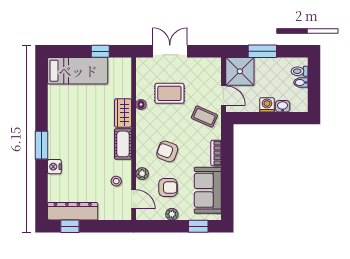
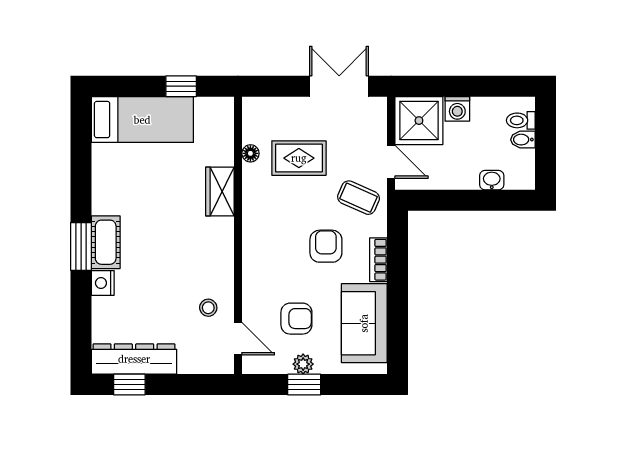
double door: (170, 51) -> (339, 86), moved
window: (262, 51) -> (457, 86), removed
floor lamp: (141, 104) -> (250, 153), moved
washing machine: (267, 105) -> (457, 109), moved, turned 180
cot: (123, 144) -> (106, 242), moved
armchair: (167, 151) -> (326, 246), moved, turned 70
plant: (142, 174) -> (252, 295), removed
window: (198, 226) -> (304, 385), moved

